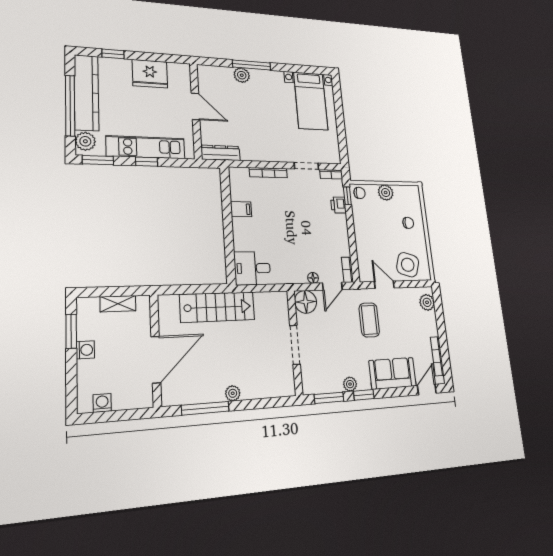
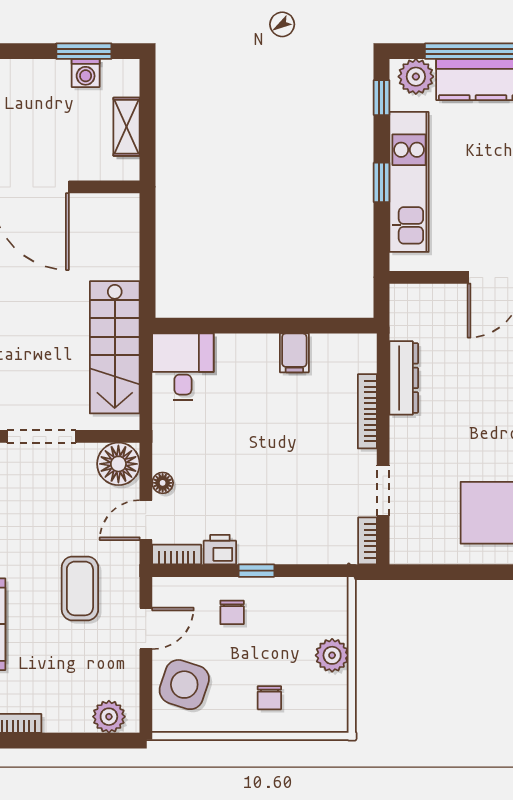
dresser: (221, 153) -> (404, 378), moved
window: (98, 160) -> (381, 98), width x0.67
chair: (360, 193) -> (232, 612), moved
window: (347, 196) -> (256, 571), moved
printer: (338, 205) -> (220, 550), moved
door: (332, 286) -> (146, 520), hinge flipped
stairs: (217, 307) -> (115, 347), moved
coffee table: (369, 320) -> (80, 588), turned 90
washing machine: (85, 350) -> (86, 73), moved

